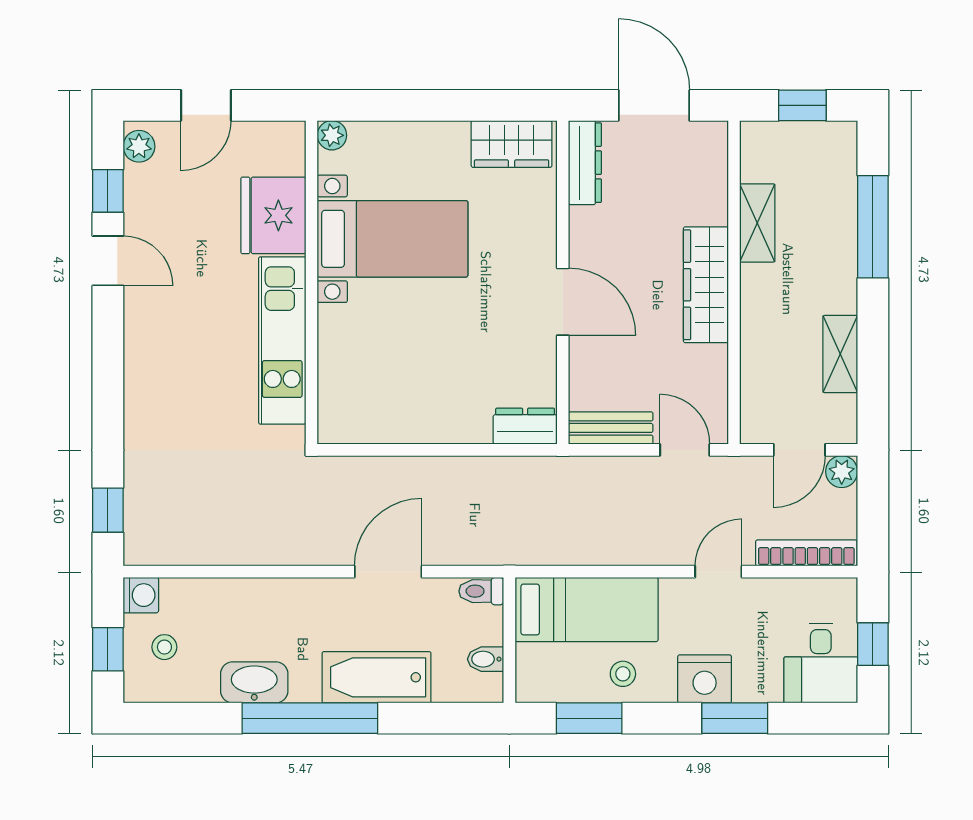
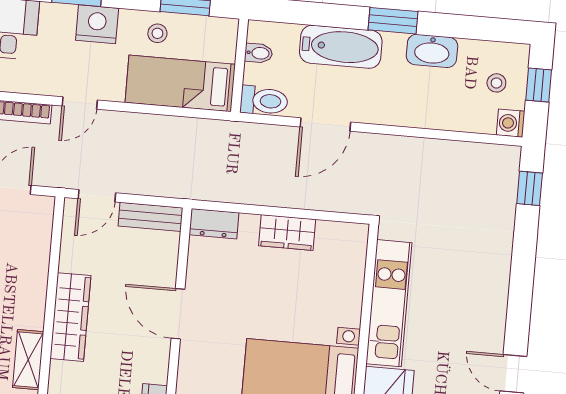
wardrobe: (426, 423) -> (287, 232), added
door: (685, 450) -> (97, 196), hinge flipped
toilet: (481, 591) -> (264, 101), width x1.37, depth x1.39
window: (310, 718) -> (393, 21), width x0.47

